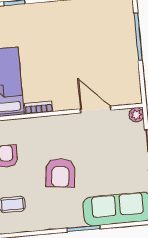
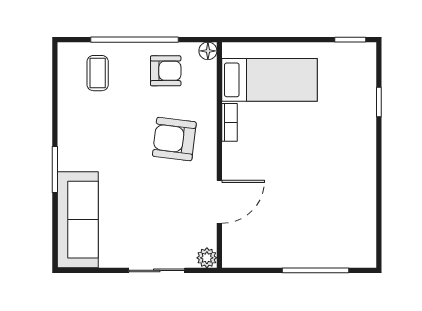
armchair: (60, 173) -> (174, 139), moved

